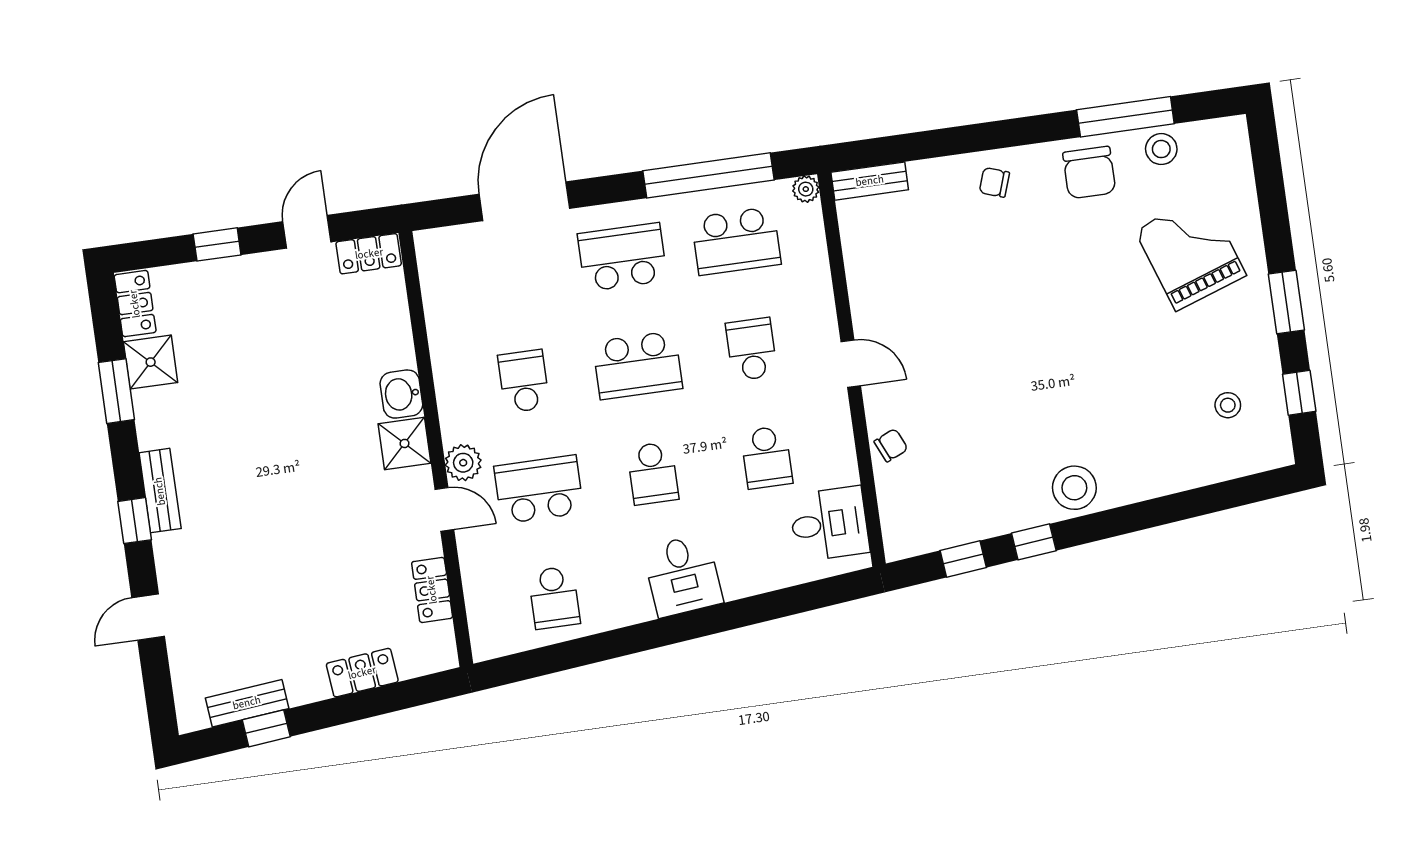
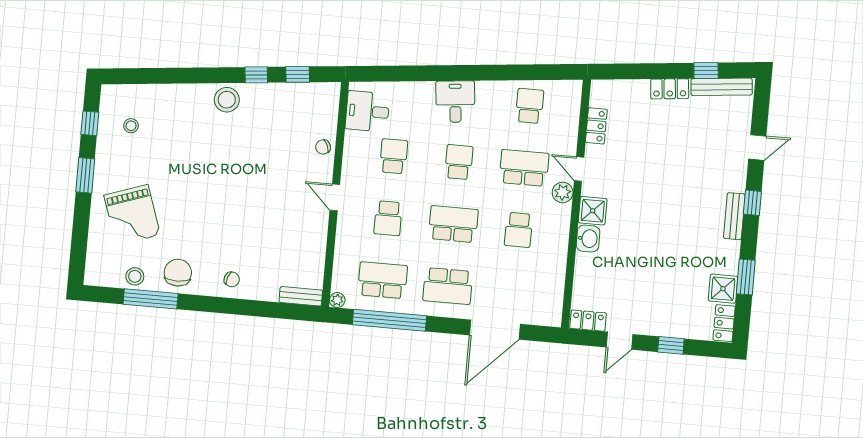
school desk: (539, 489) -> (524, 168), turned 180
locker: (362, 673) -> (670, 89), moved
bench: (247, 703) -> (722, 87), width x1.36

